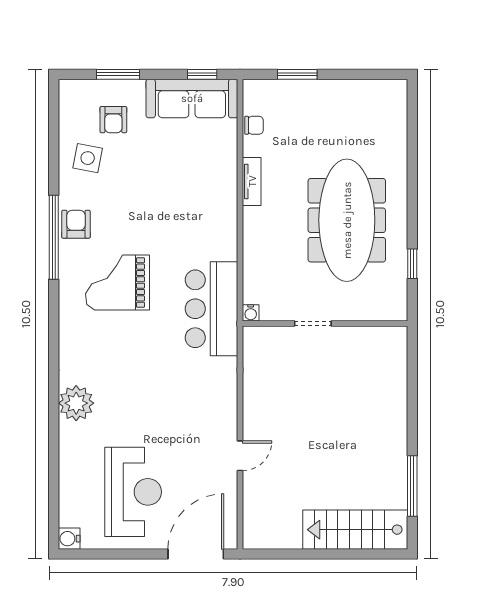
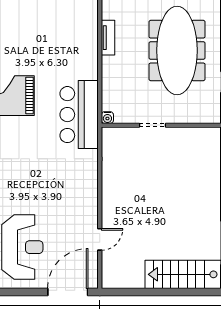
tv unit: (252, 181) -> (108, 38), moved
door: (240, 456) -> (100, 239), moved

